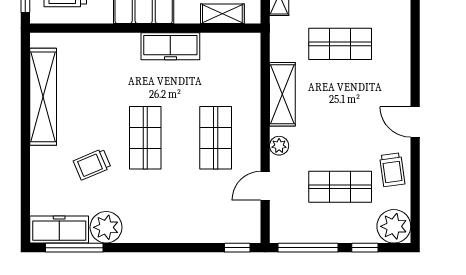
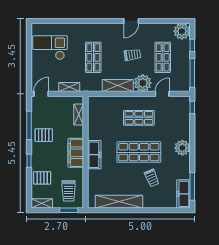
freezer: (170, 46) -> (94, 155), moved
shop shelf: (145, 138) -> (139, 152), width x1.43, depth x1.36
plant: (279, 146) -> (143, 83), width x1.87, depth x1.87
trolley: (392, 170) -> (132, 55), moved
door: (265, 186) -> (162, 94), swing flipped
plant: (106, 227) -> (182, 148), moved

